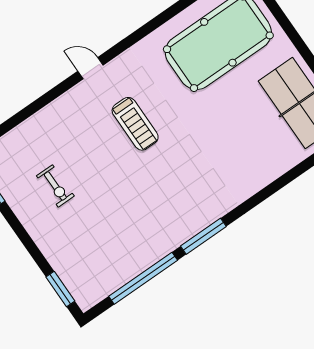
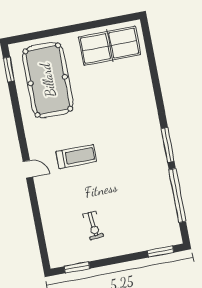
door: (91, 68) -> (28, 169), swing flipped
exercise bike: (55, 186) -> (93, 225), turned 84

